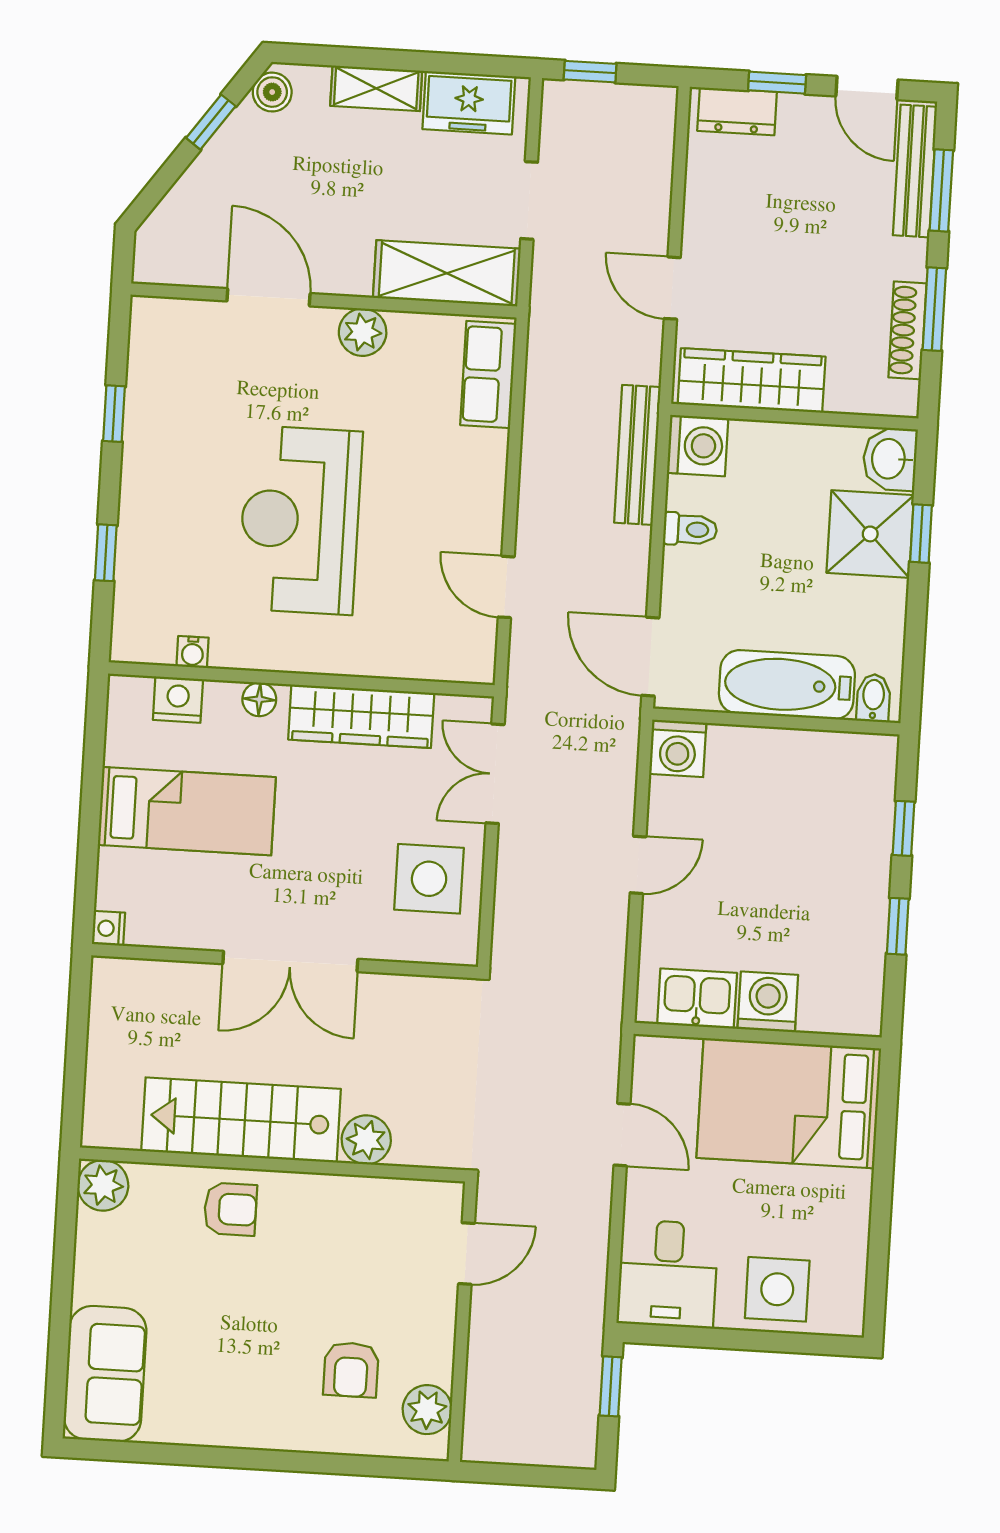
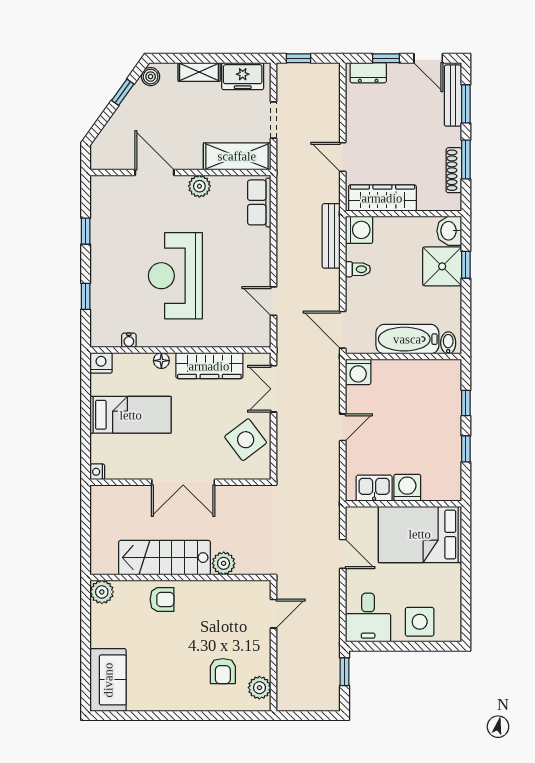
nightstand: (178, 700) -> (101, 363), moved
side table: (429, 879) -> (246, 440), turned -37

